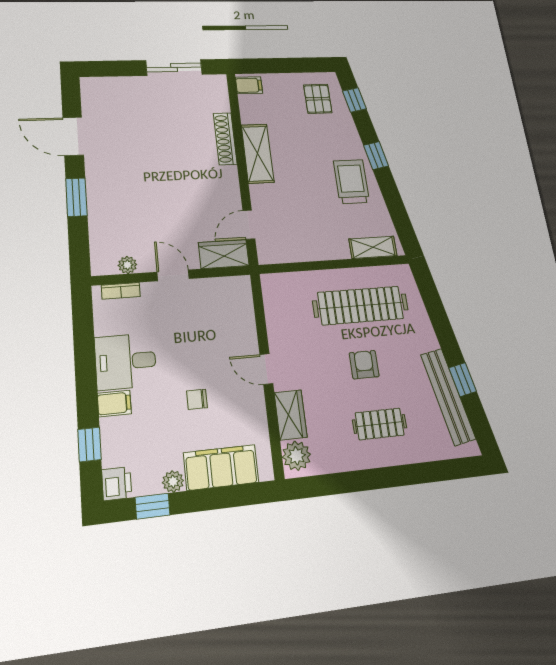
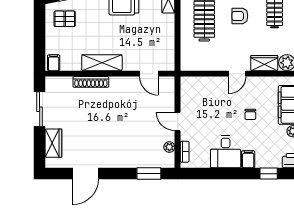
window: (76, 197) -> (149, 174), moved
wardrobe: (224, 254) -> (53, 143), moved, turned 180
door: (173, 275) -> (178, 121), hinge flipped

